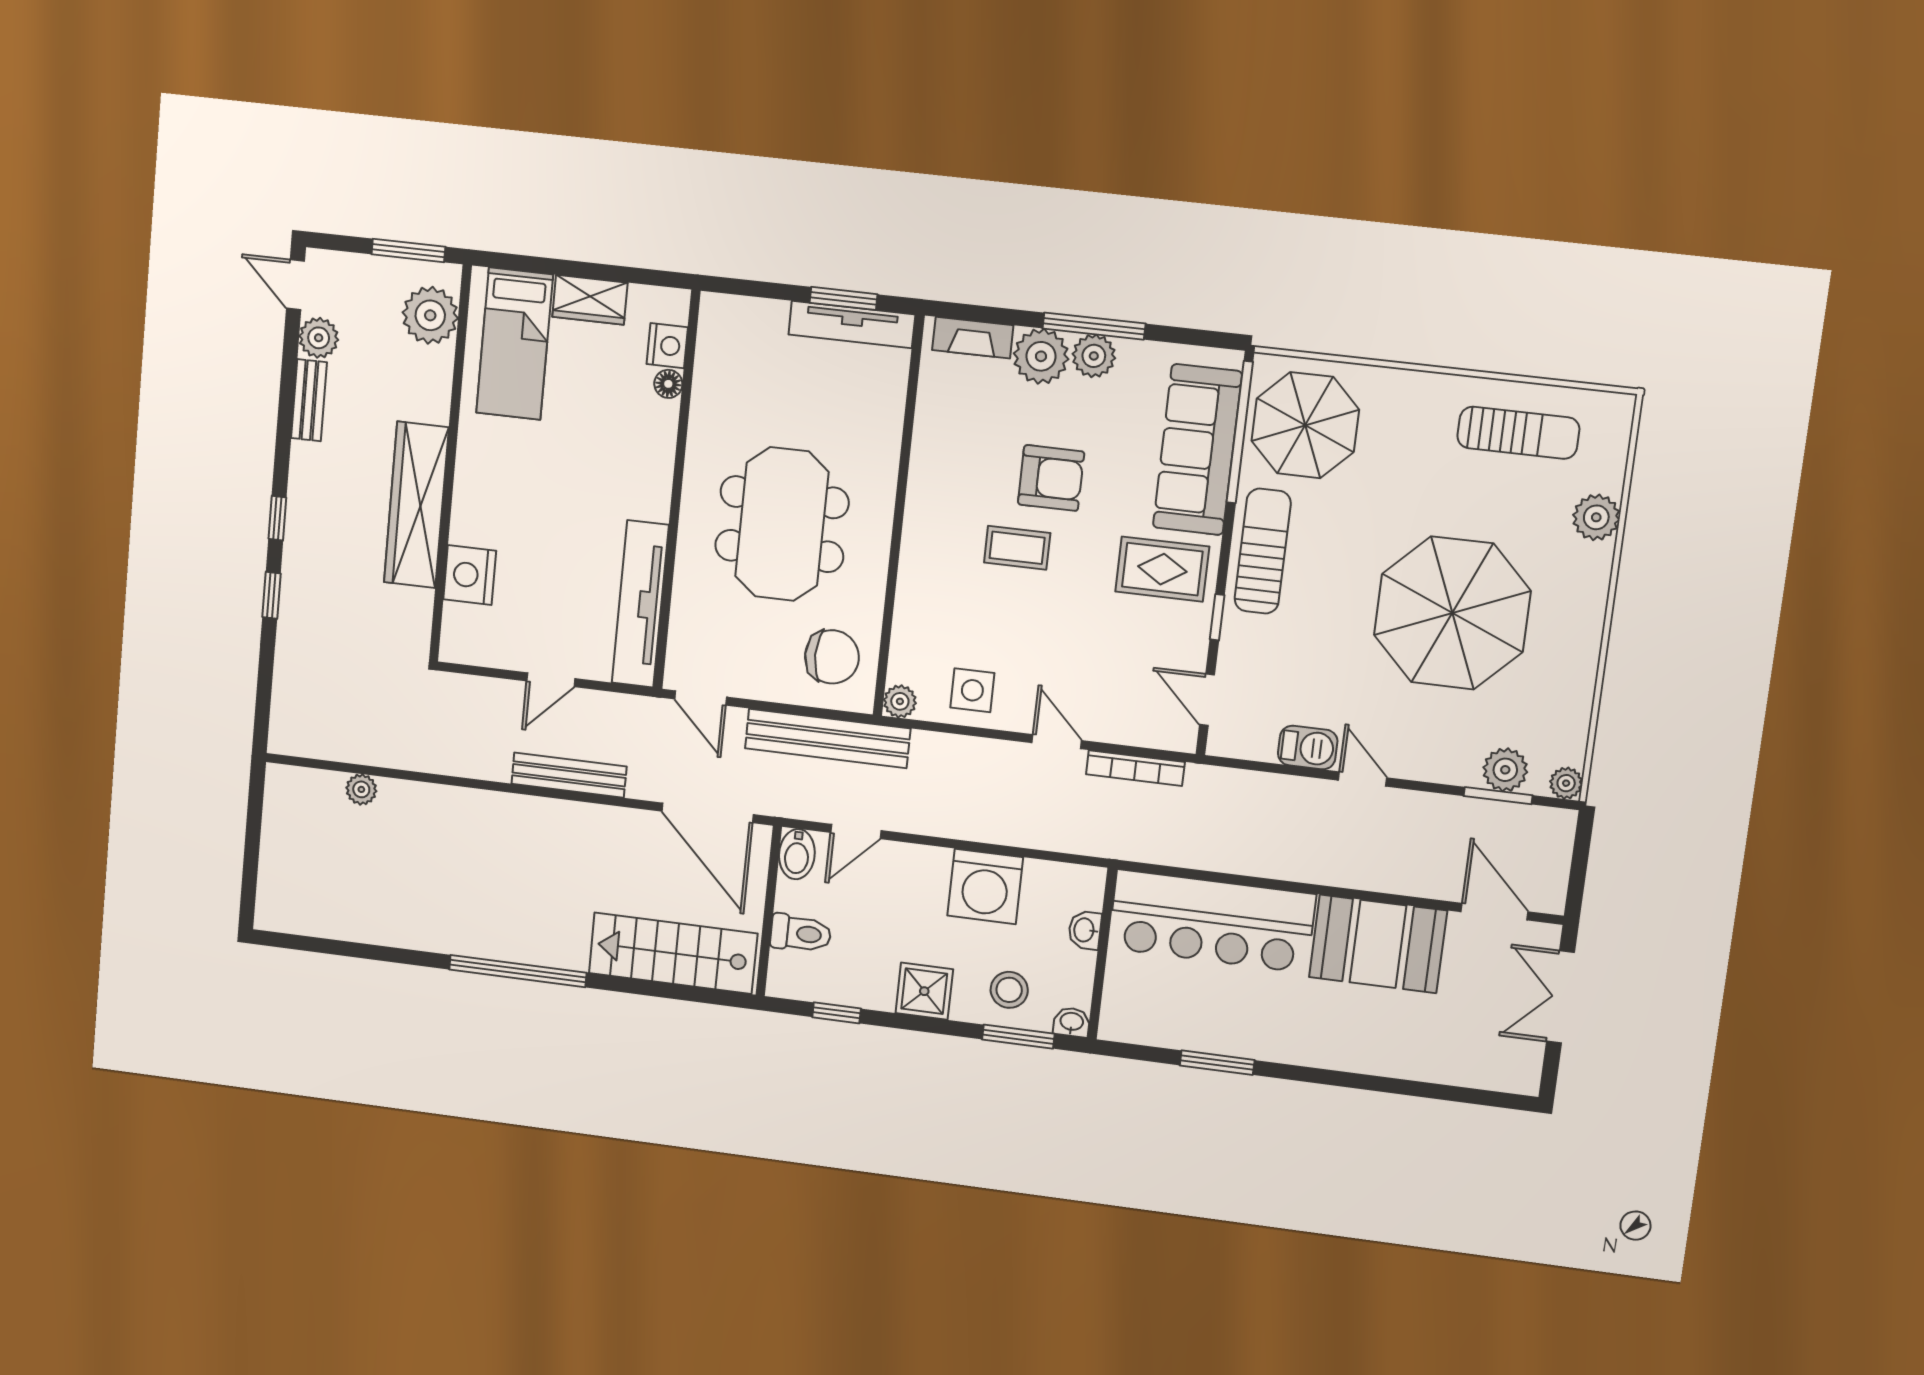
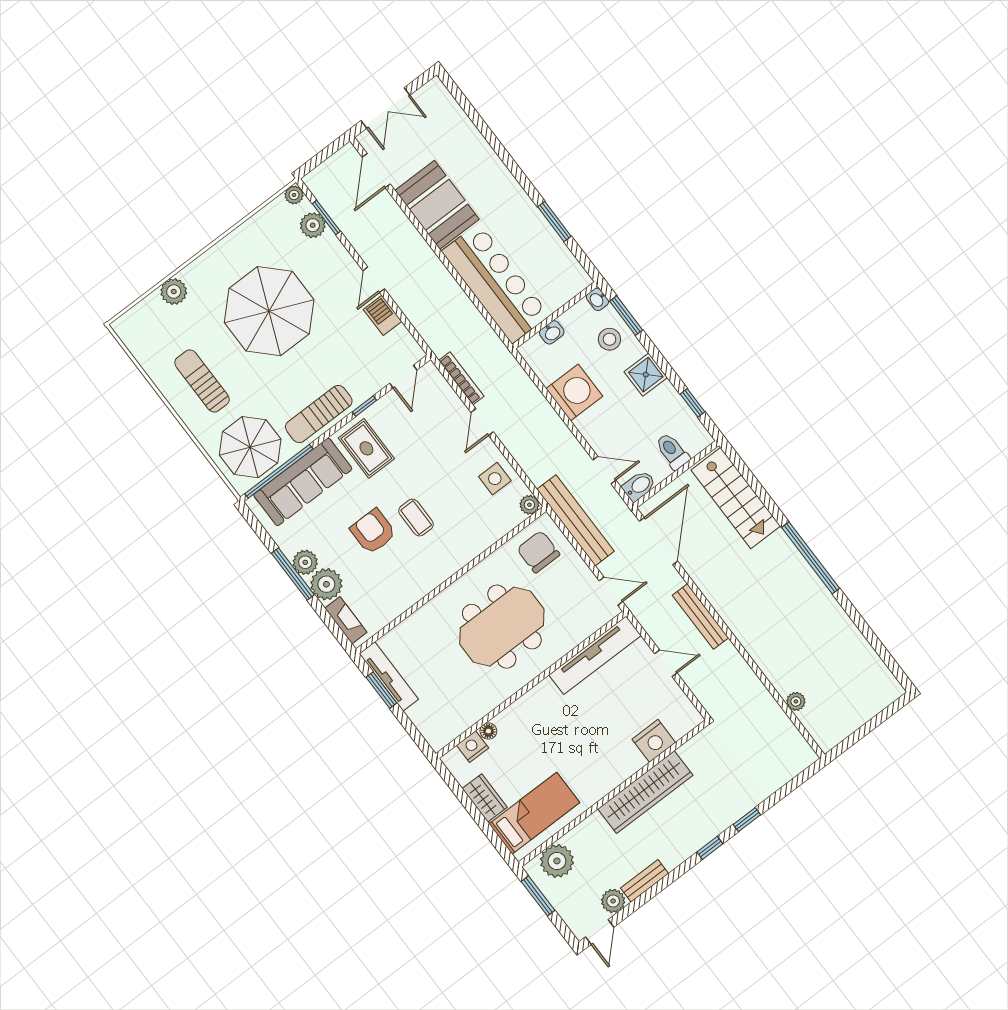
sun lounger: (1518, 433) -> (202, 381), moved
door: (701, 698) -> (611, 591), hinge flipped

